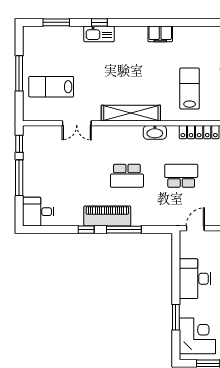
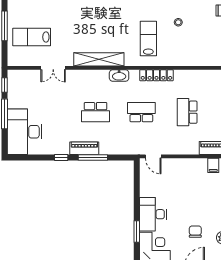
desk: (38, 212) -> (25, 132), width x1.87, depth x1.30
piano: (107, 216) -> (84, 148), width x0.73, depth x0.75
door: (195, 228) -> (153, 156), swing flipped
desk: (195, 279) -> (153, 214), moved

